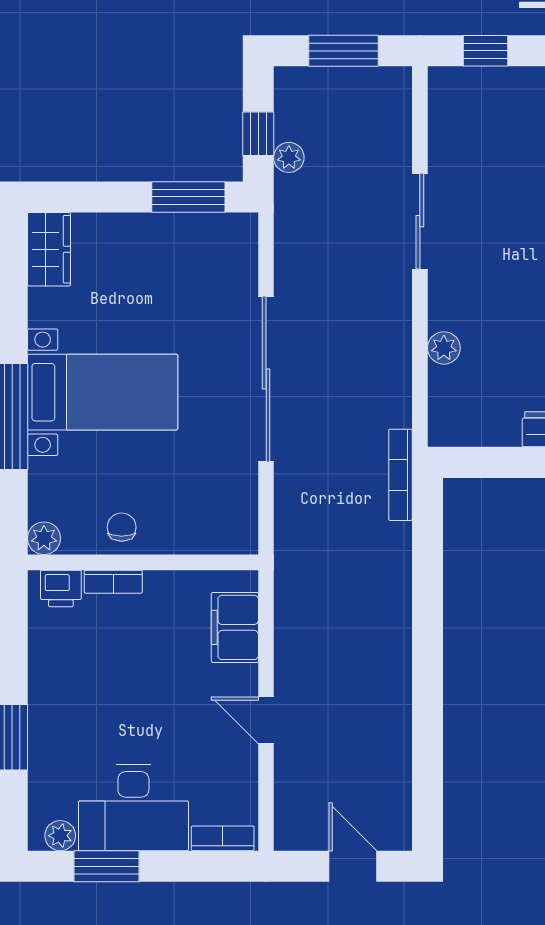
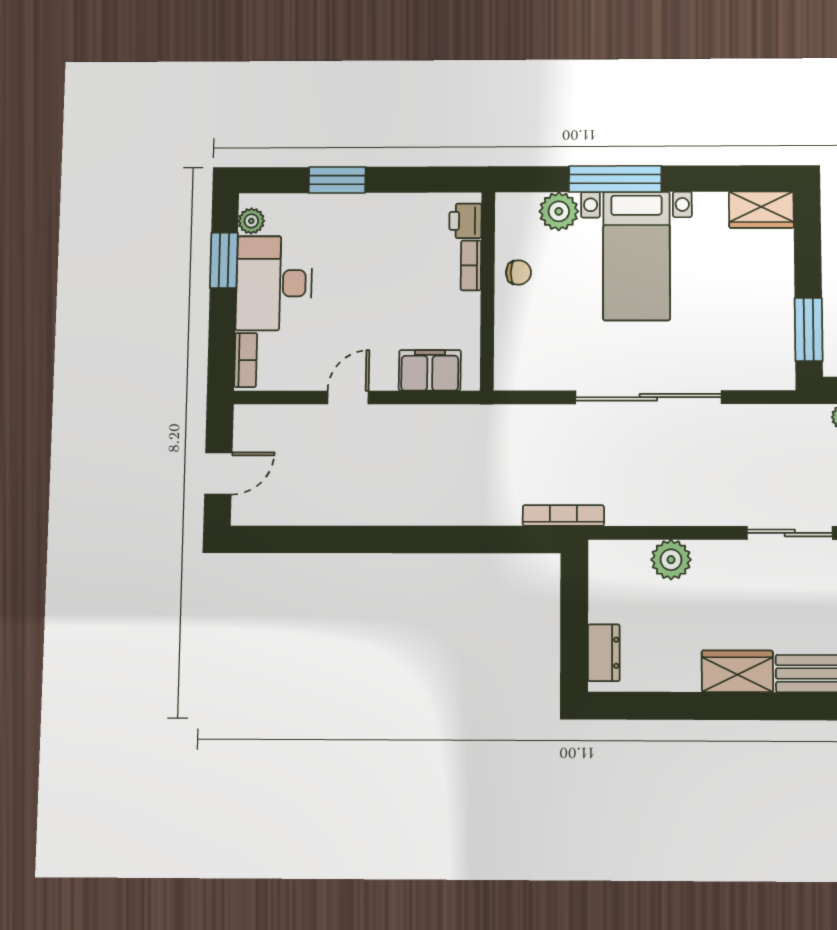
plant: (444, 348) -> (671, 560), width x1.38, depth x1.38
plant: (44, 538) -> (559, 211), moved, width x1.38, depth x1.38

